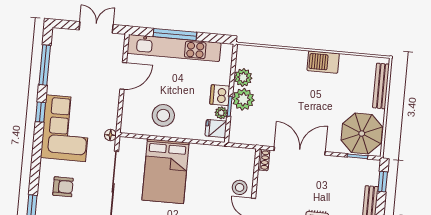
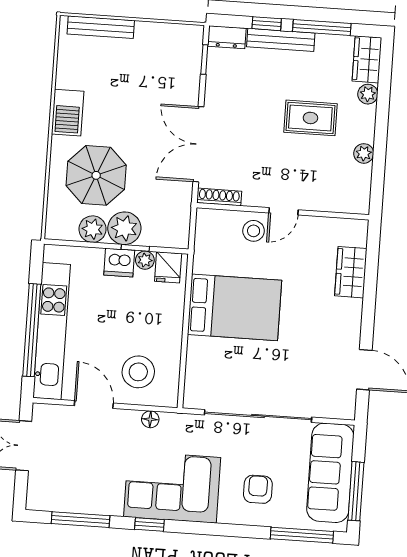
window: (175, 34) -> (32, 330), width x1.46
stool: (163, 115) -> (138, 372), moved
parasol: (362, 133) -> (96, 175), moved
floor lamp: (110, 135) -> (150, 419), moved
shoe rack: (264, 160) -> (219, 197), width x1.43
bed: (165, 171) -> (235, 307), moved
dresser: (372, 172) -> (227, 37), added
window: (383, 182) -> (267, 24), moved

